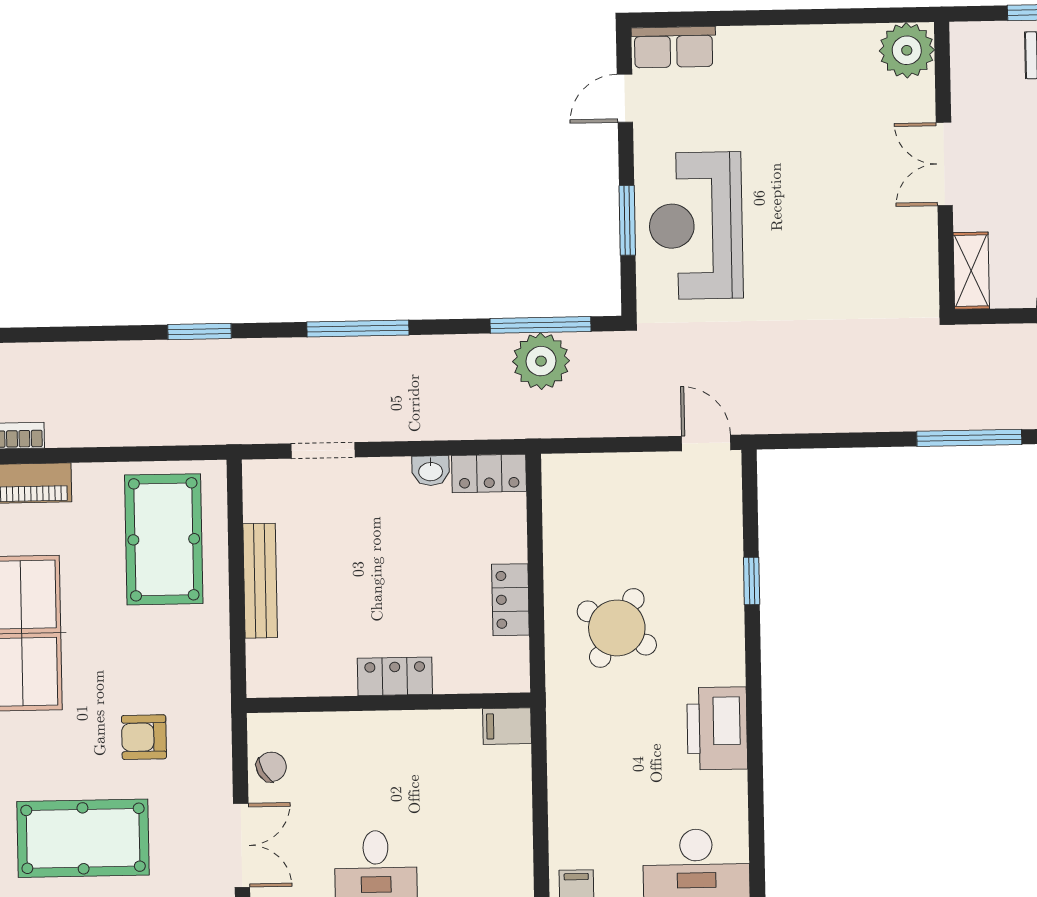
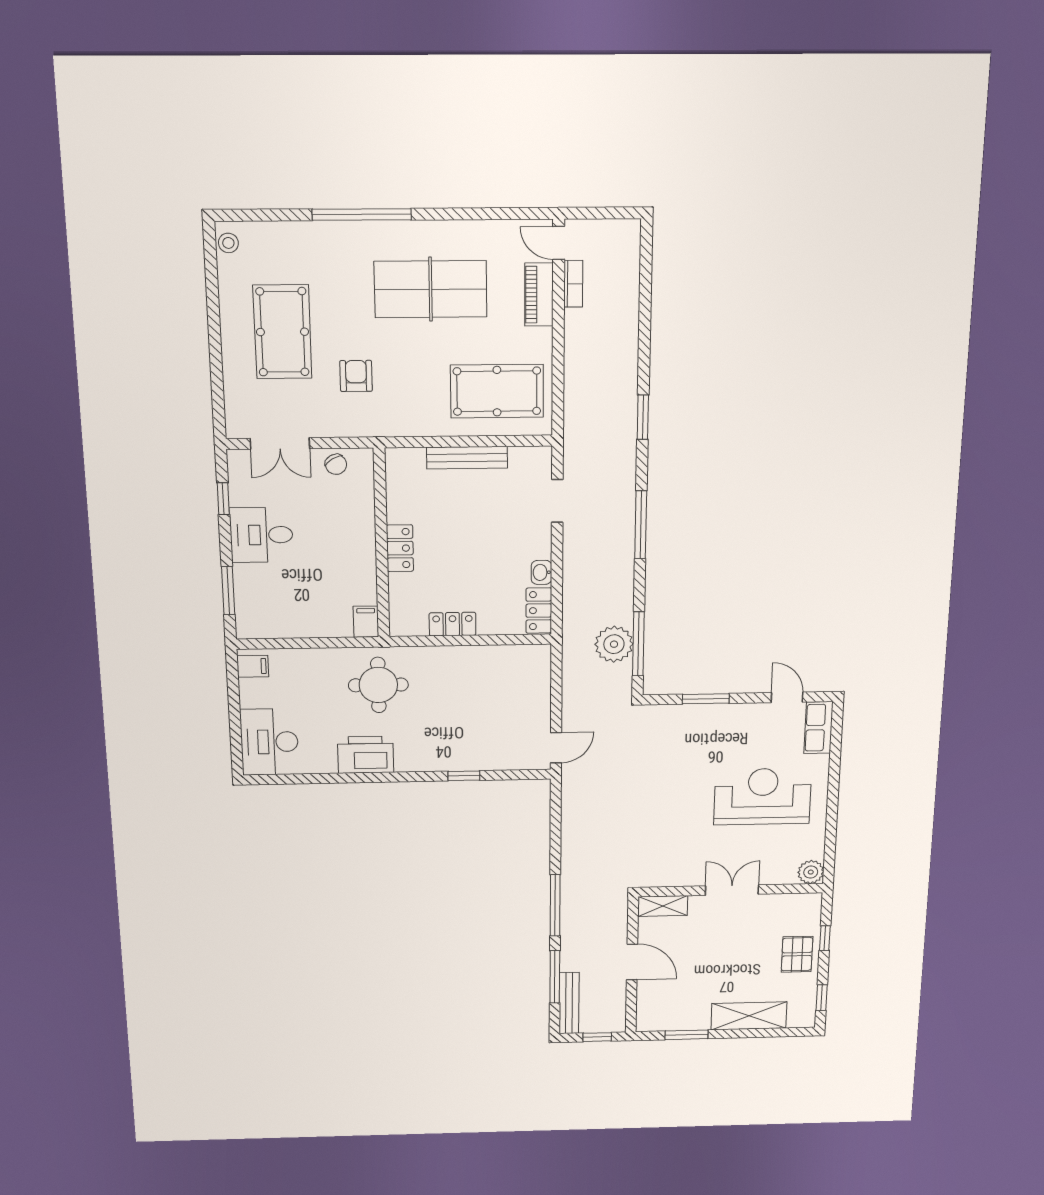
plant: (907, 50) -> (811, 872), width x0.73, depth x0.73
reception desk: (696, 226) -> (763, 797), moved
round table: (617, 628) -> (378, 685), moved, turned -31

